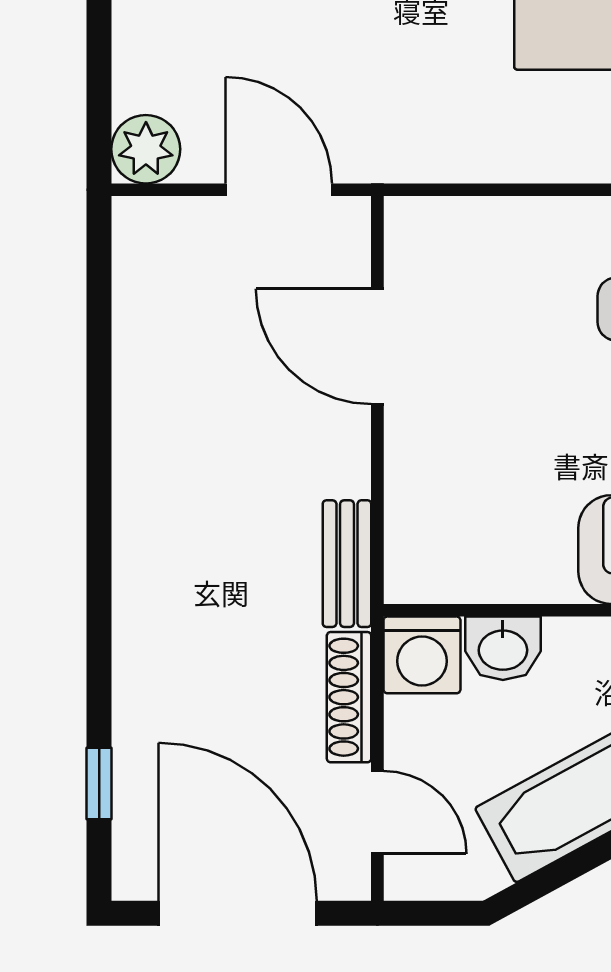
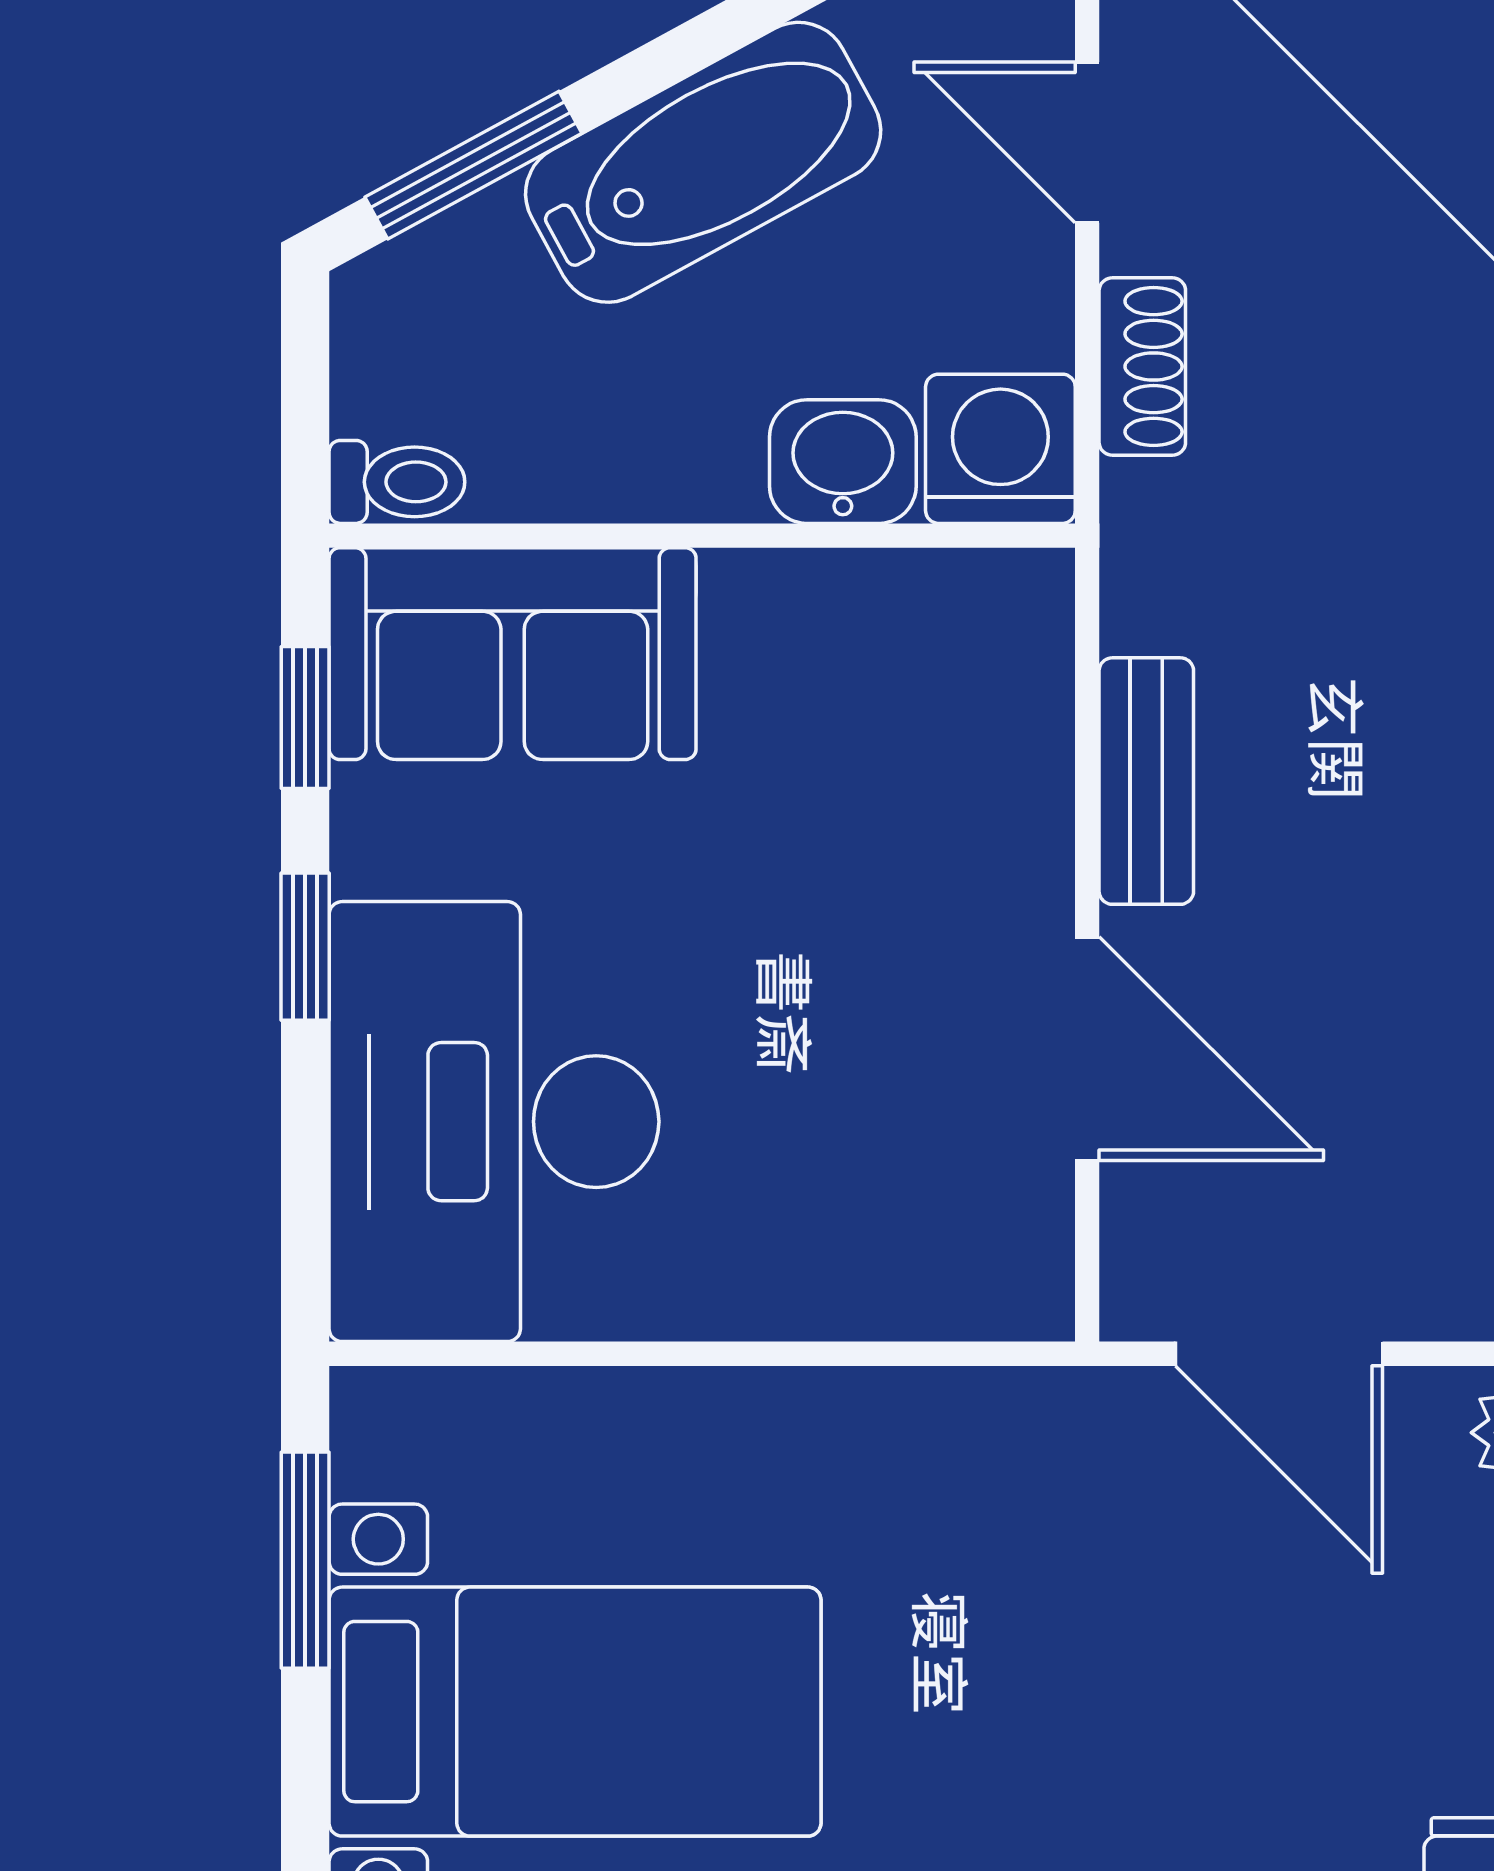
bench: (347, 564) -> (1146, 781), moved
shoe rack: (349, 697) -> (1142, 367), width x0.70

